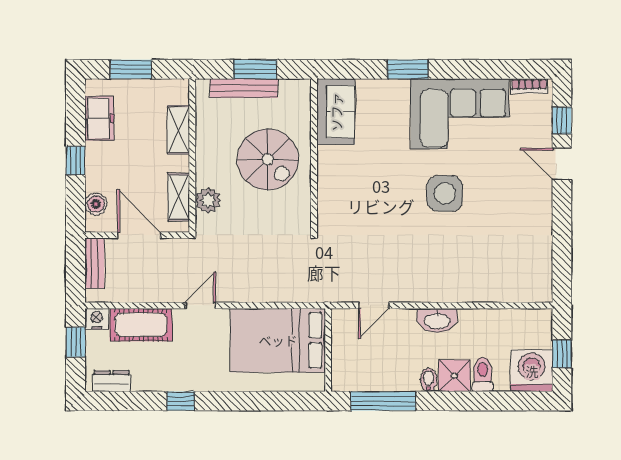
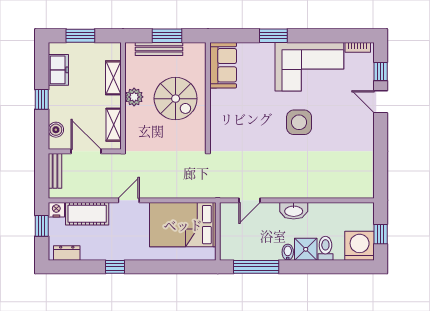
plant: (208, 200) -> (134, 97), moved

